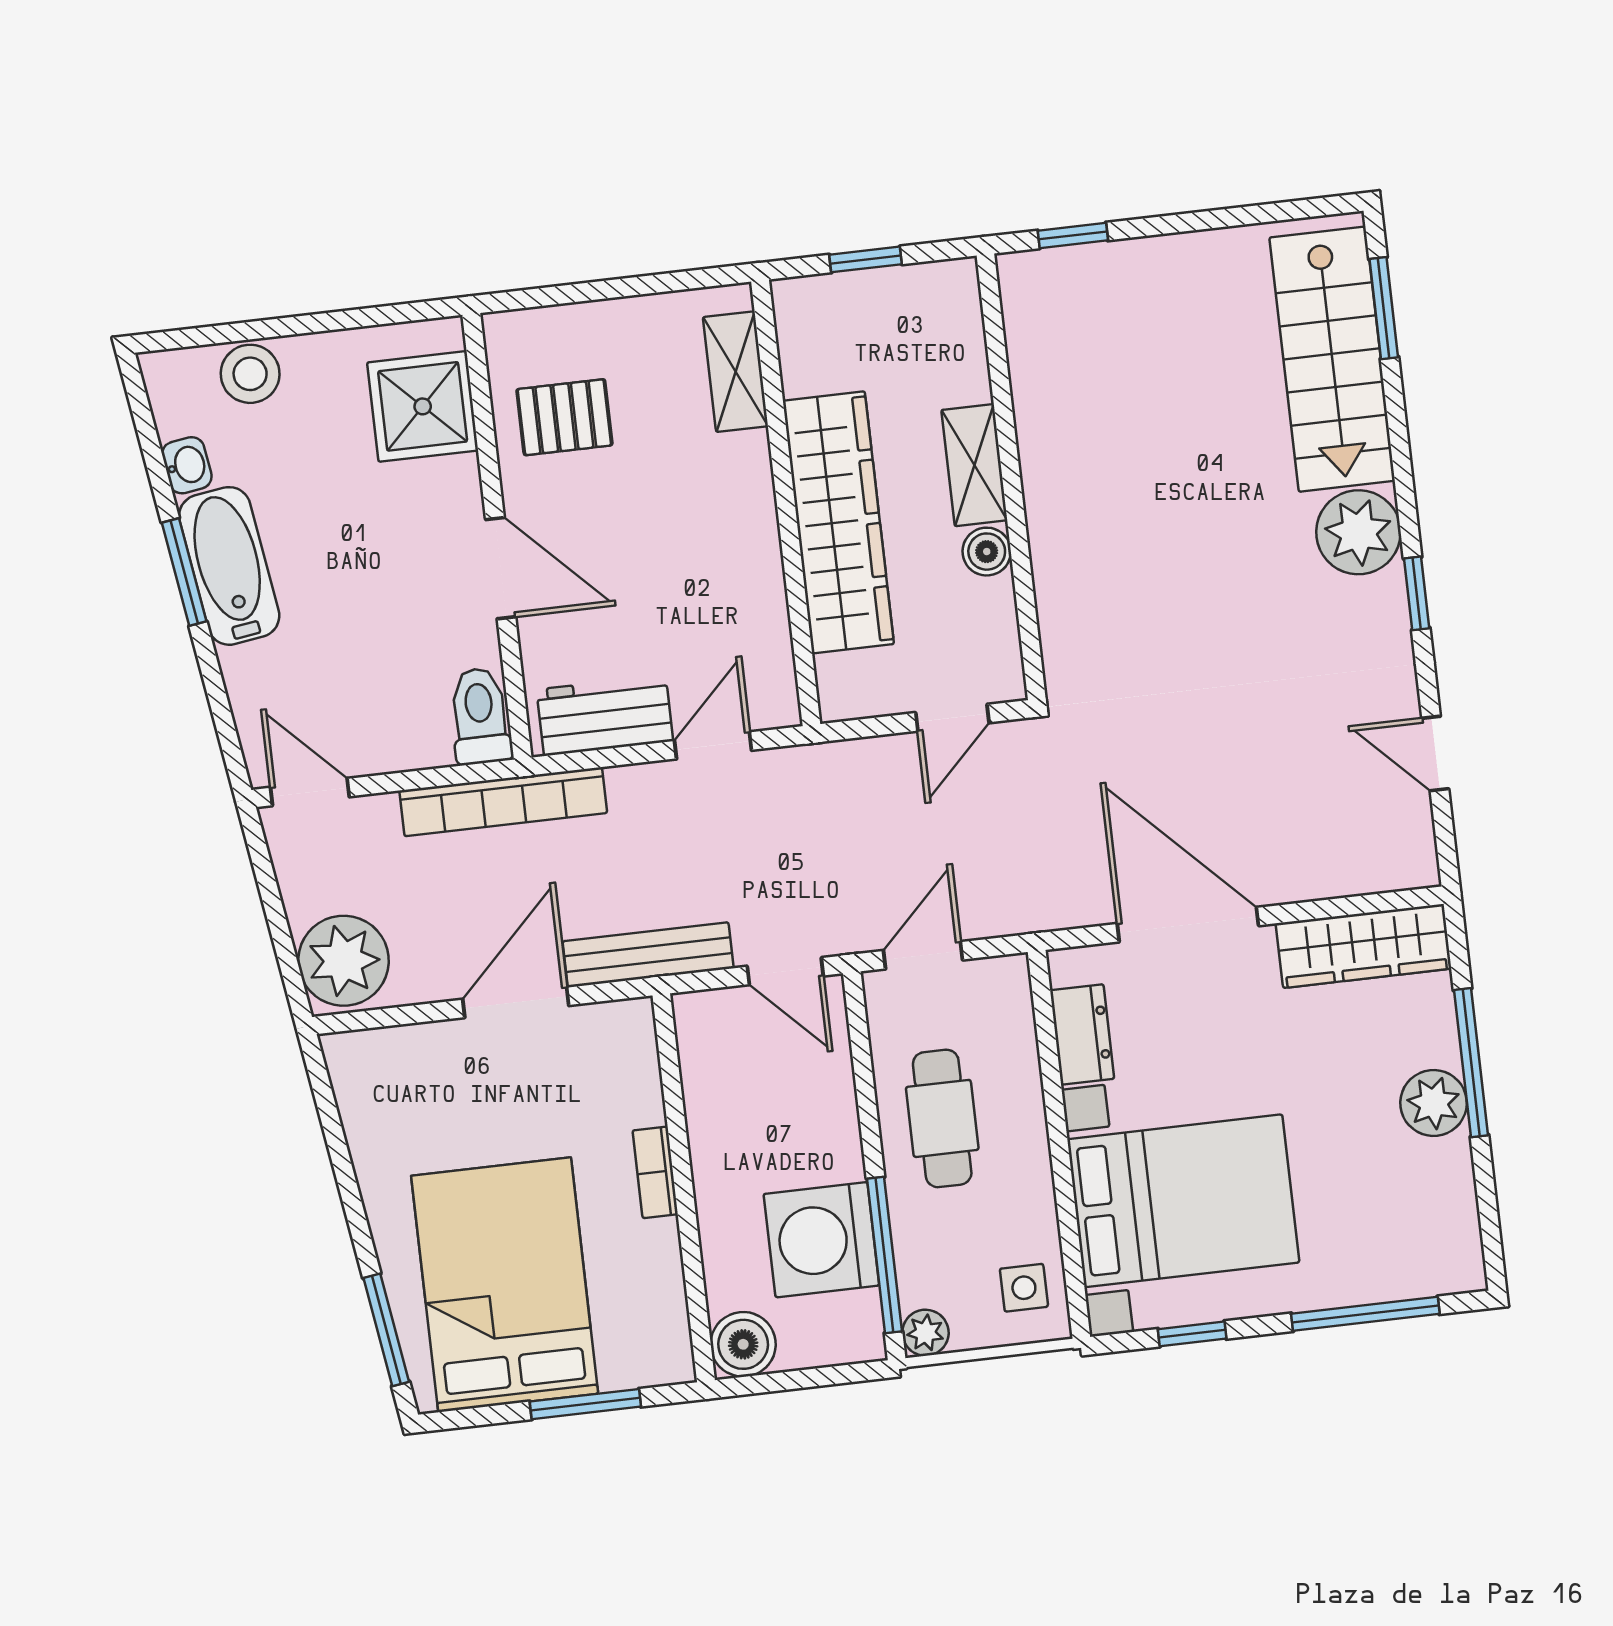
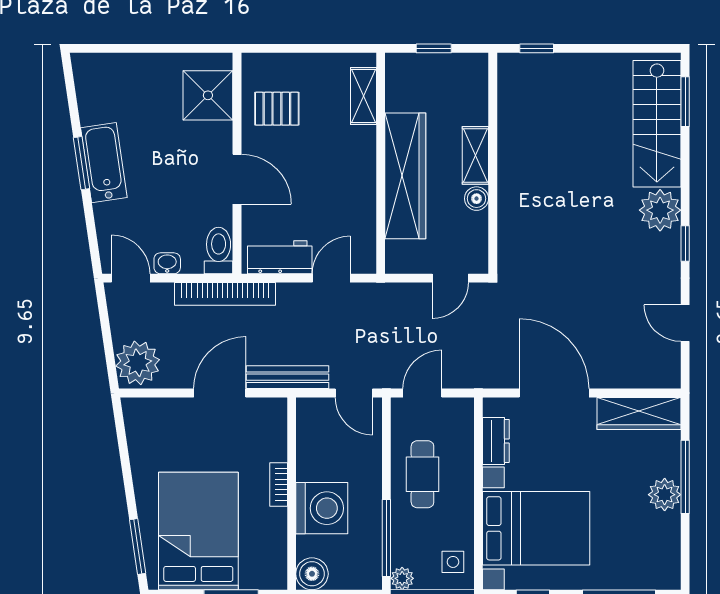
stool: (250, 374) -> (125, 70), removed
washbasin: (187, 465) -> (167, 263), moved, turned -82
washing machine: (821, 1240) -> (322, 508), moved, turned 180

